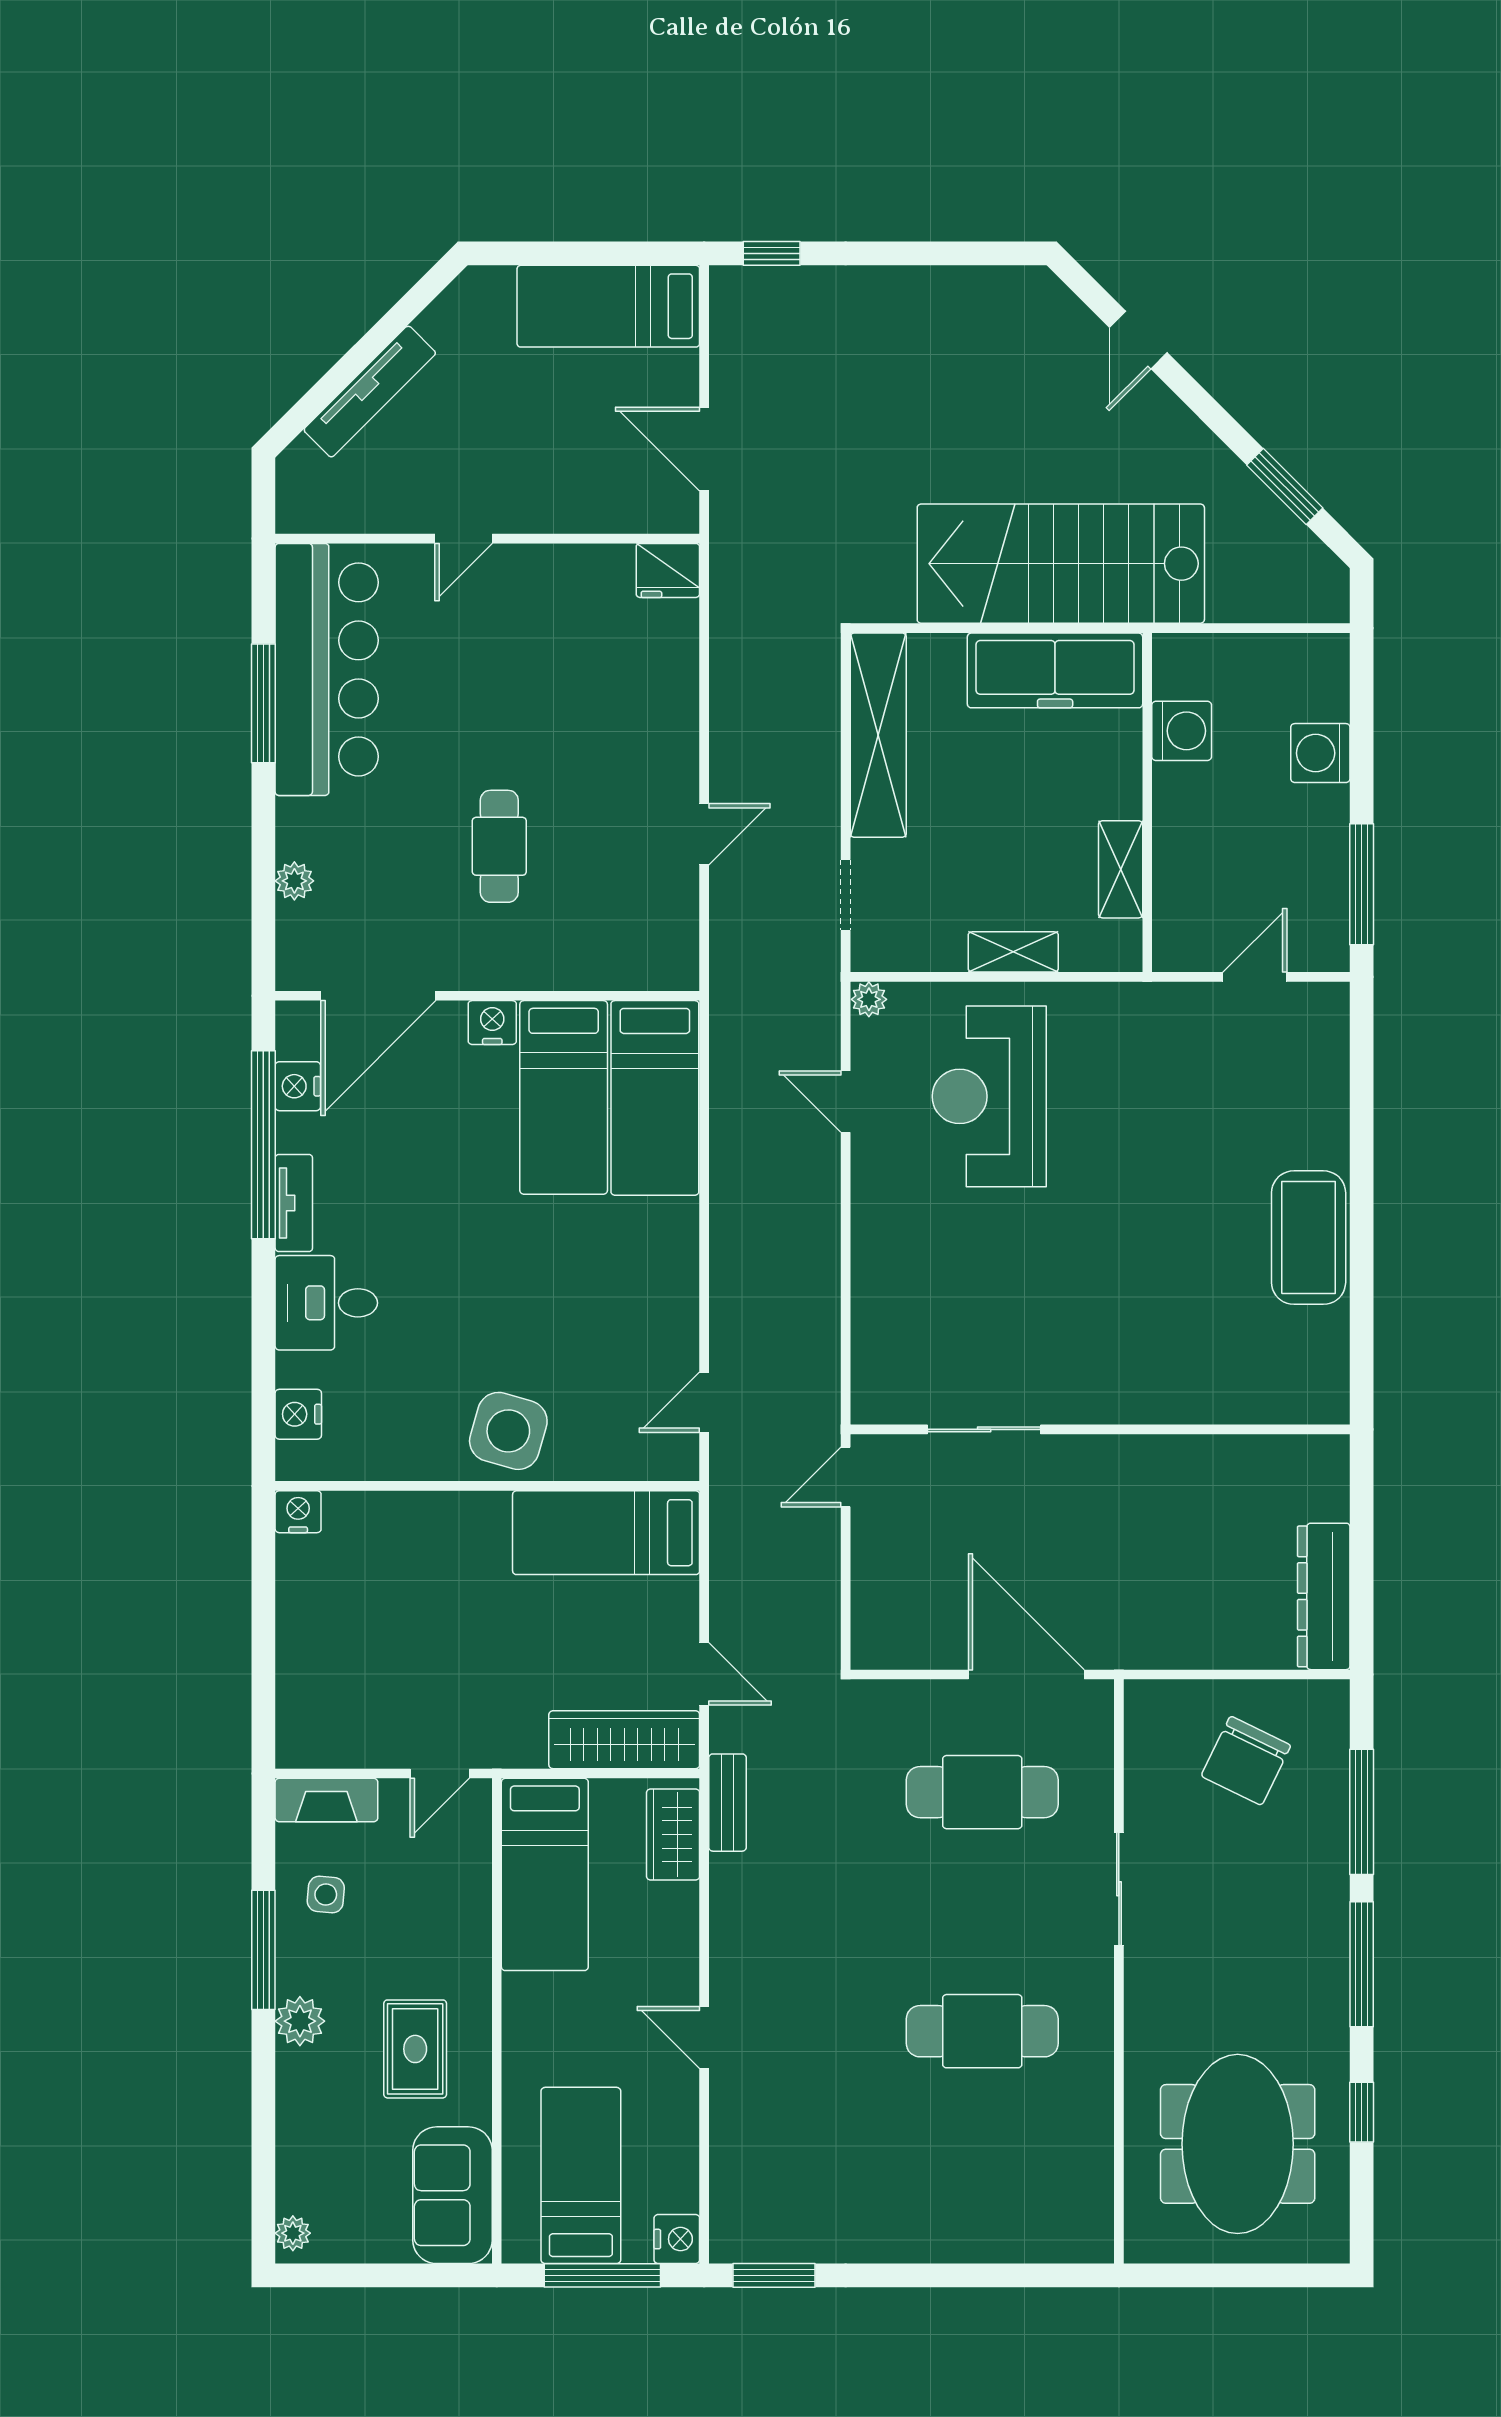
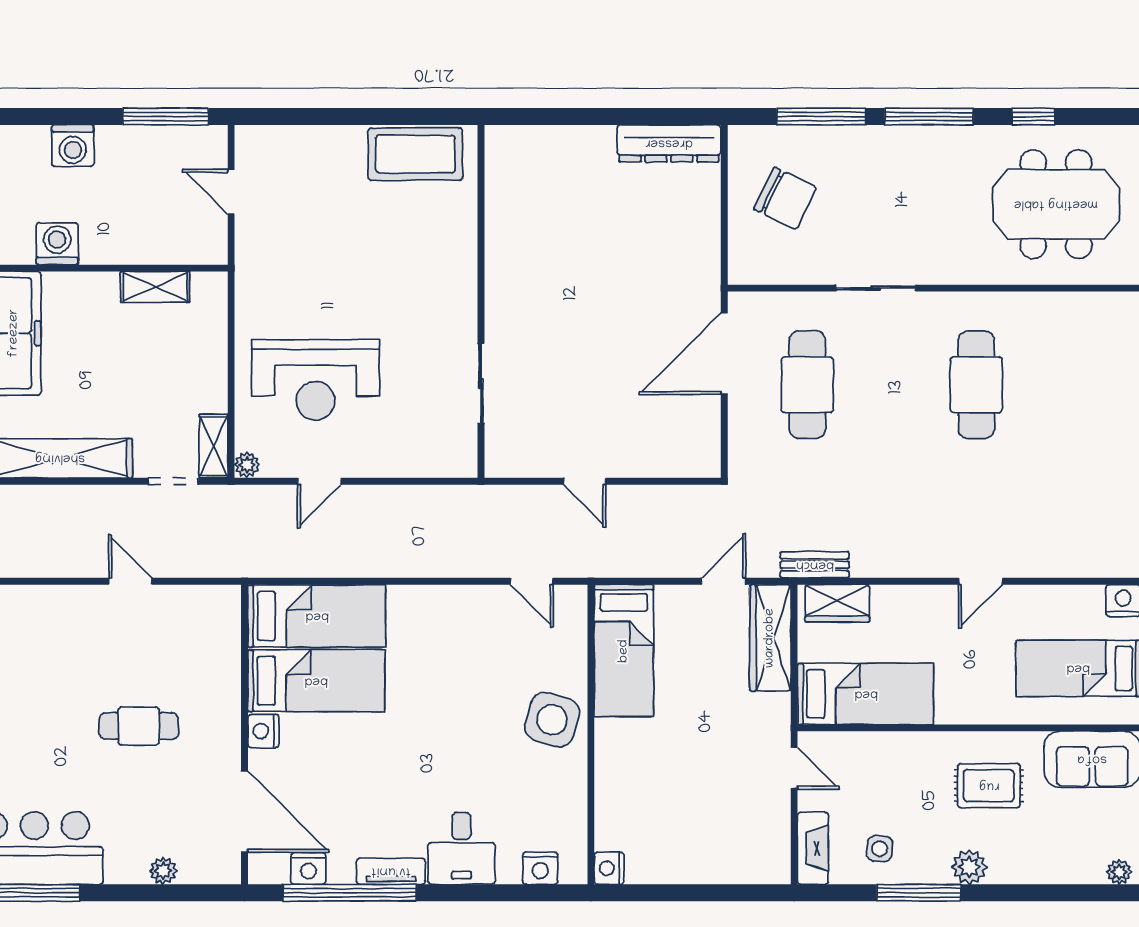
shelving: (1013, 952) -> (213, 446), moved
sliding door: (984, 1429) -> (481, 383), moved
wall: (1100, 1429) -> (481, 301), moved

